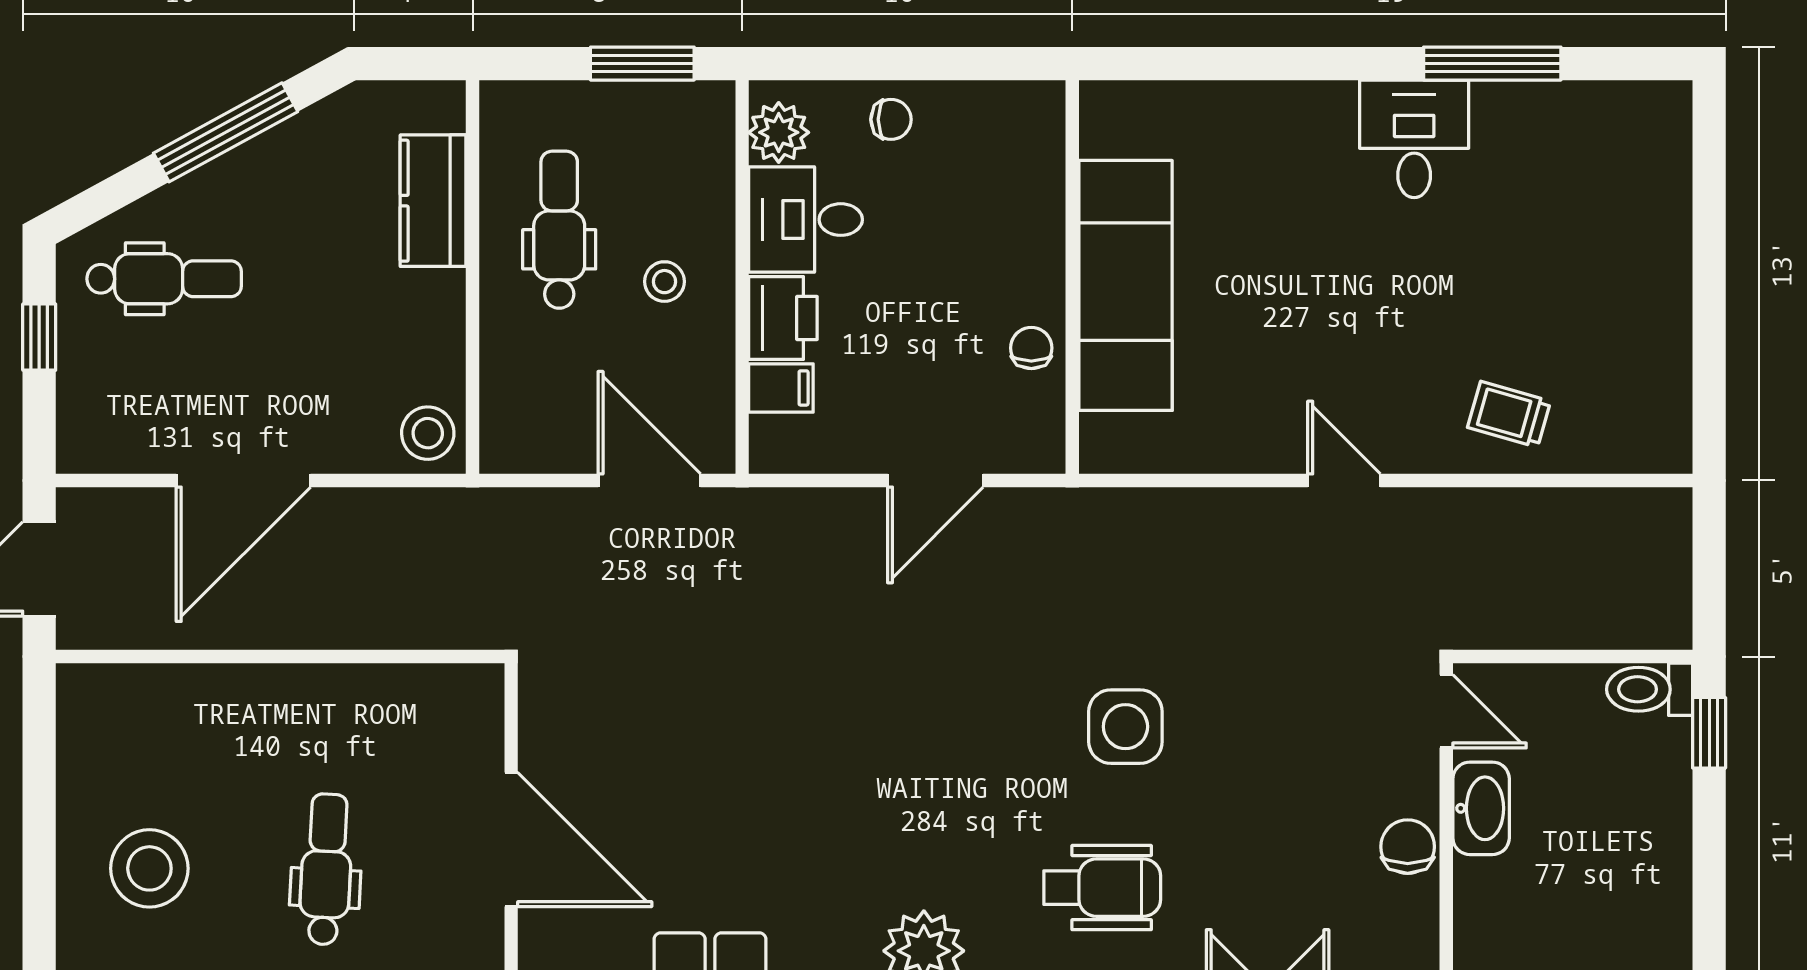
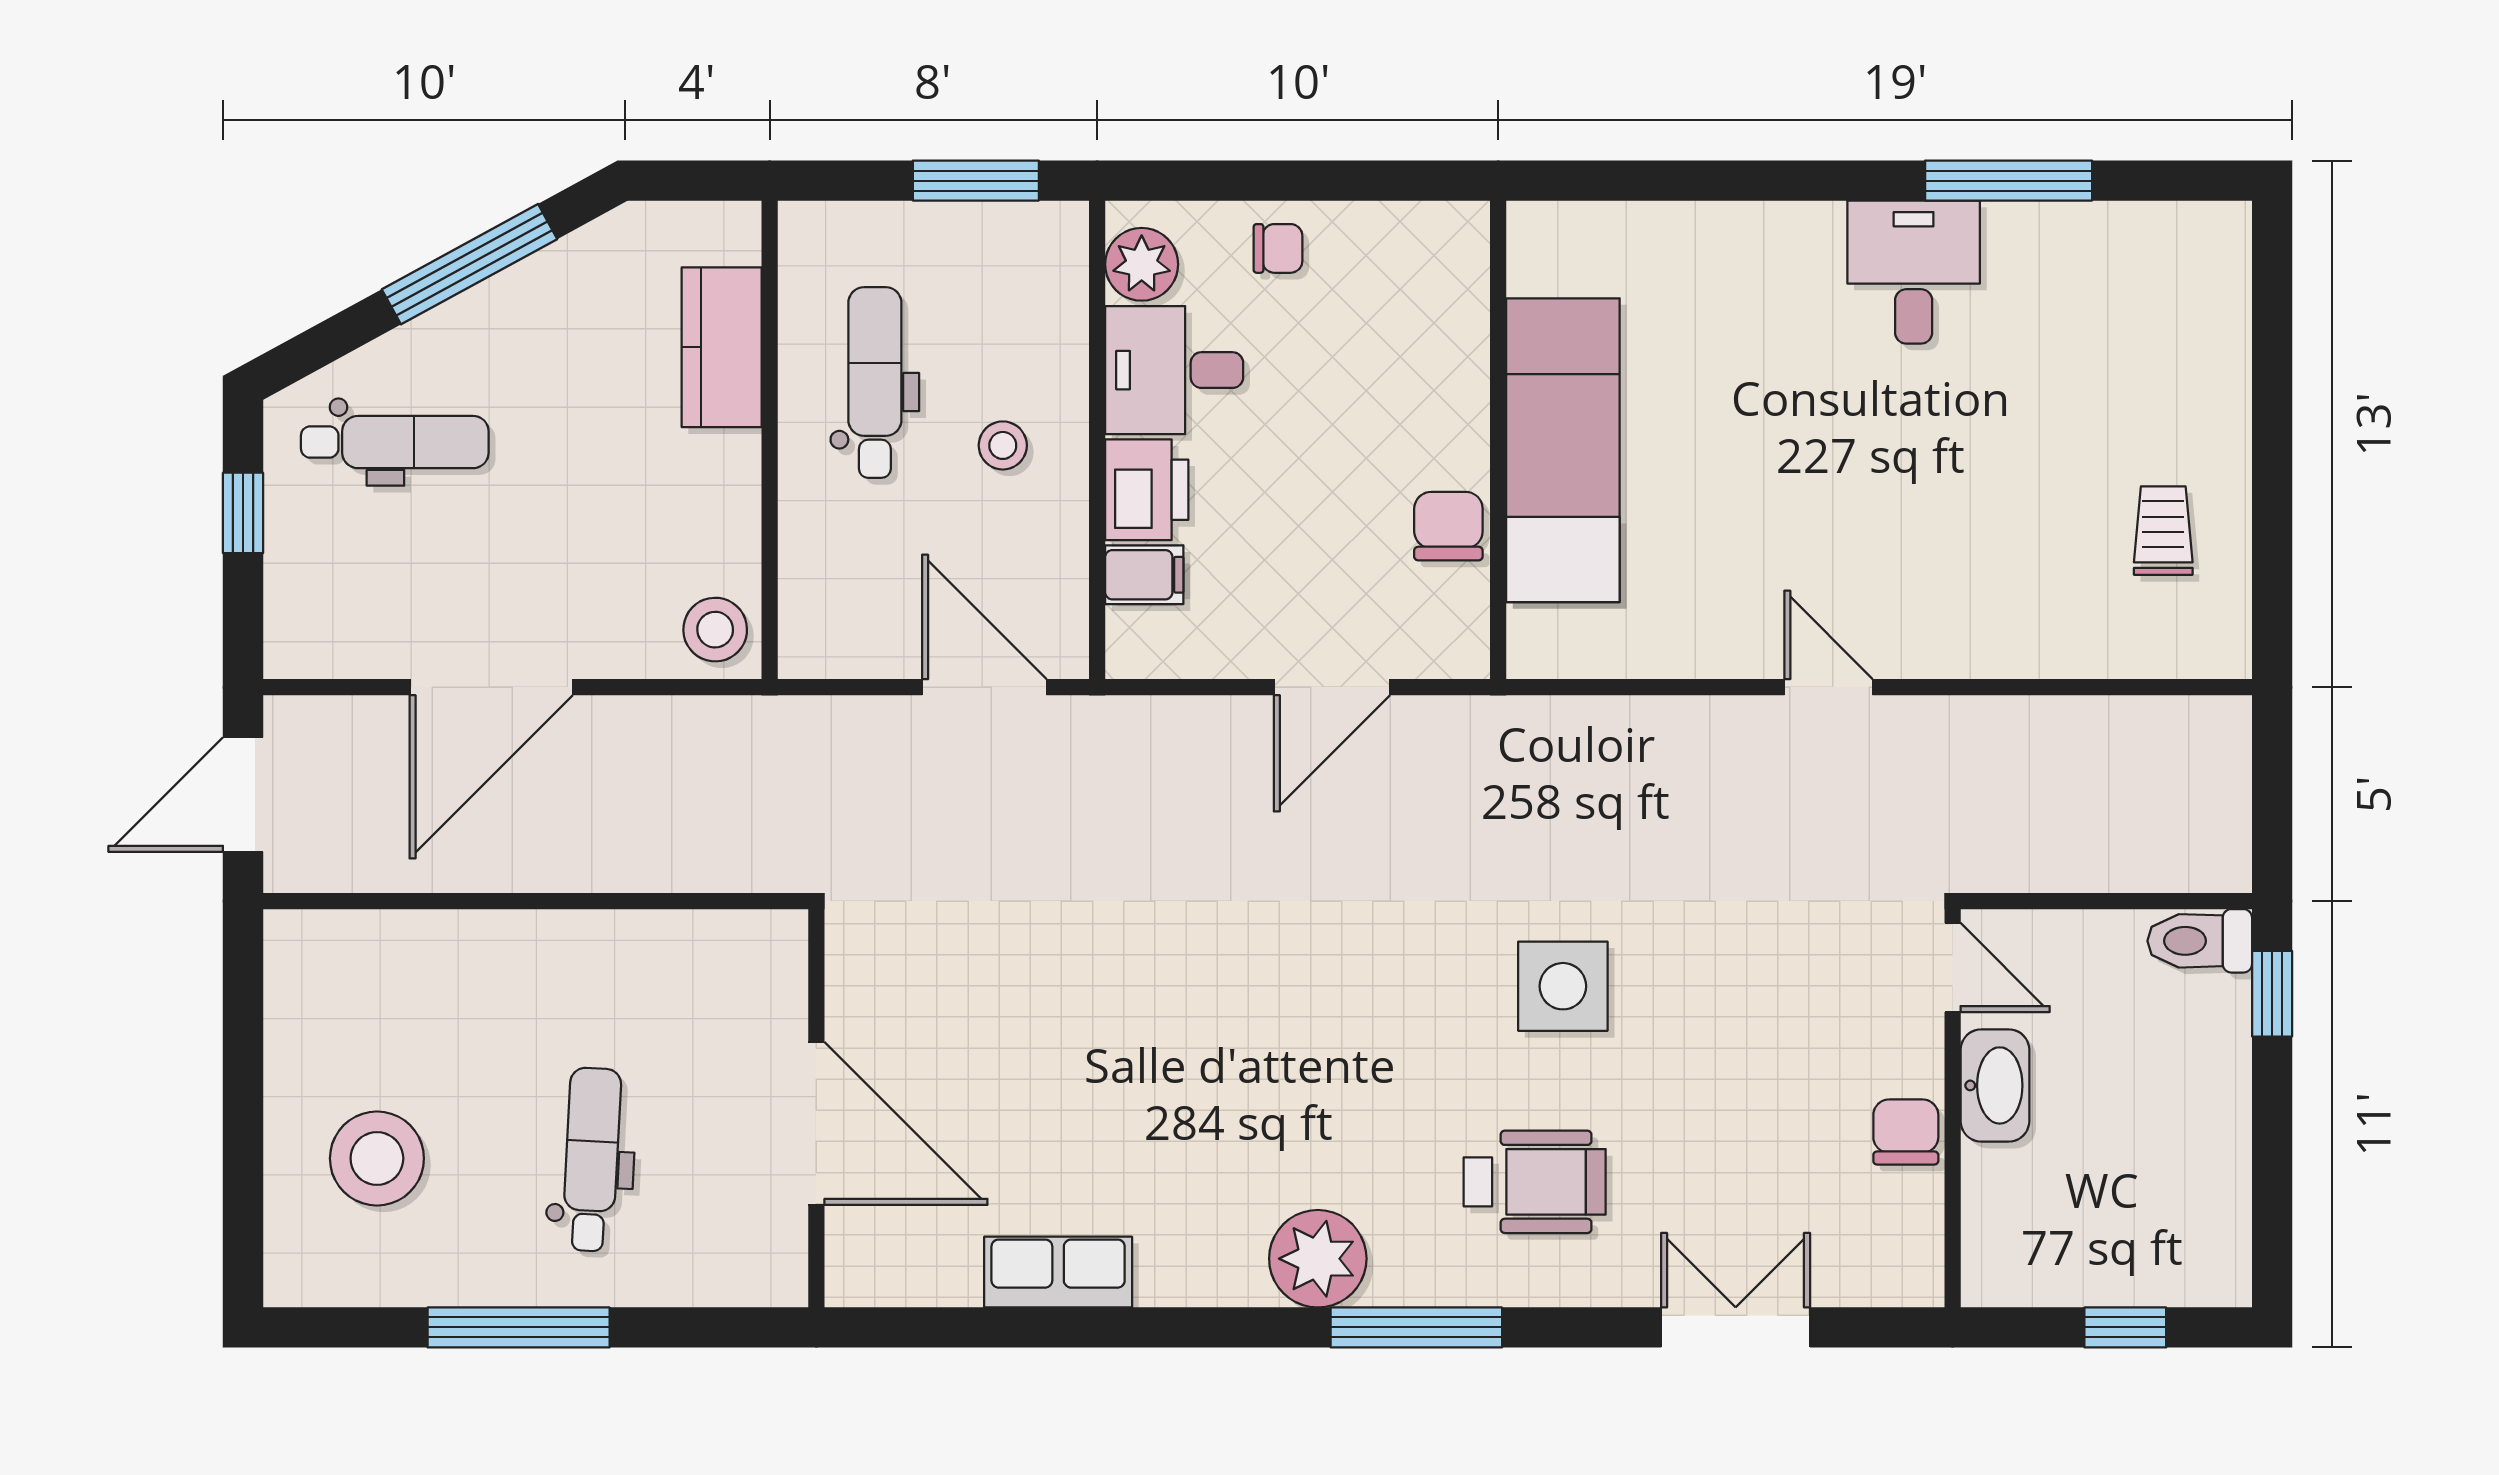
chair: (1031, 348) -> (1448, 526), width x1.37, depth x1.37
trolley: (1509, 414) -> (2163, 531), moved, turned 74

